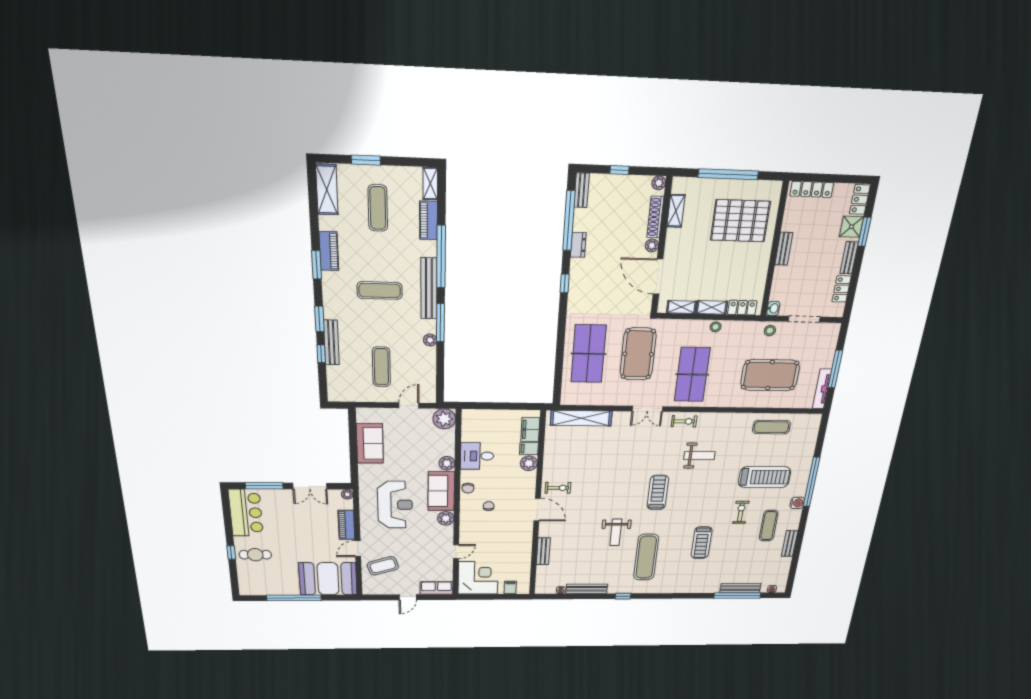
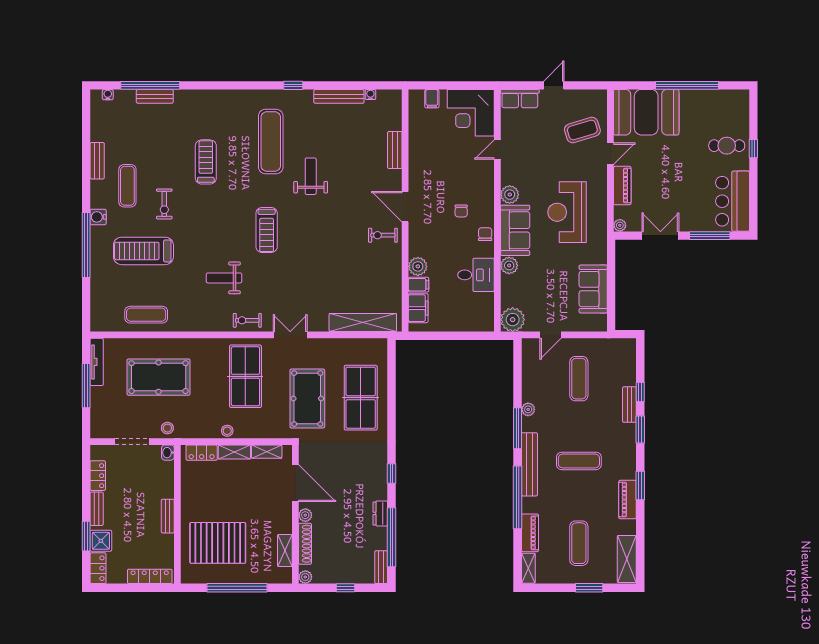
bench: (331, 342) -> (629, 405), width x0.73
bench: (740, 588) -> (155, 96), width x0.73

